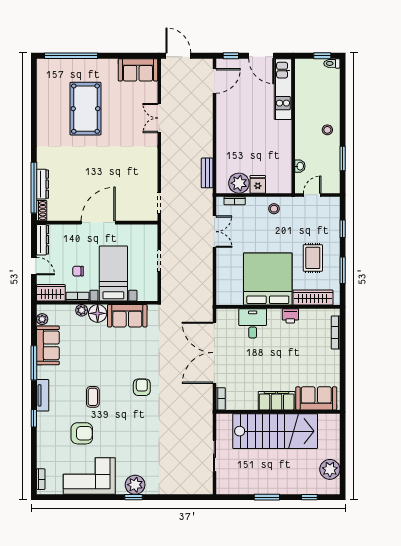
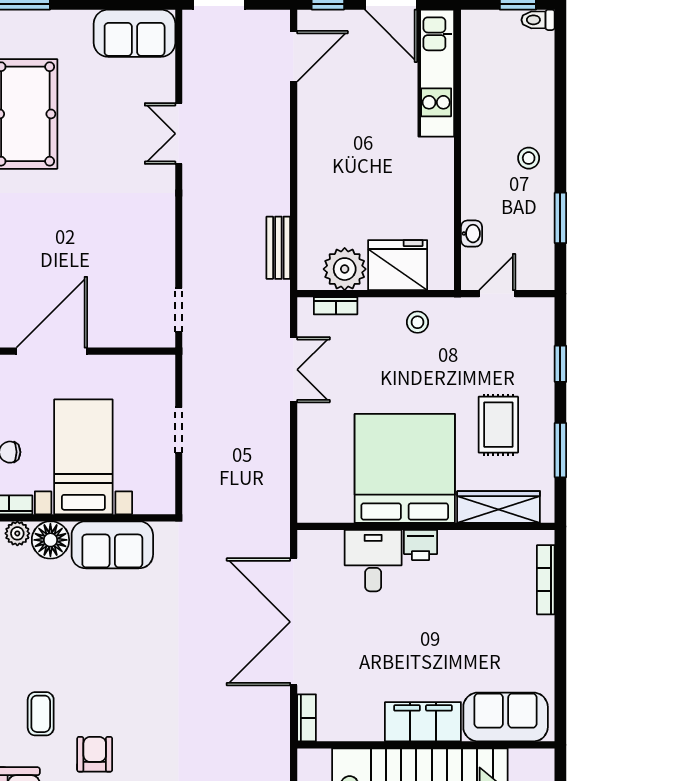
fridge: (258, 184) -> (398, 265), width x1.88, depth x1.34
printer: (290, 316) -> (421, 545), moved
armchair: (142, 387) -> (95, 754), moved

